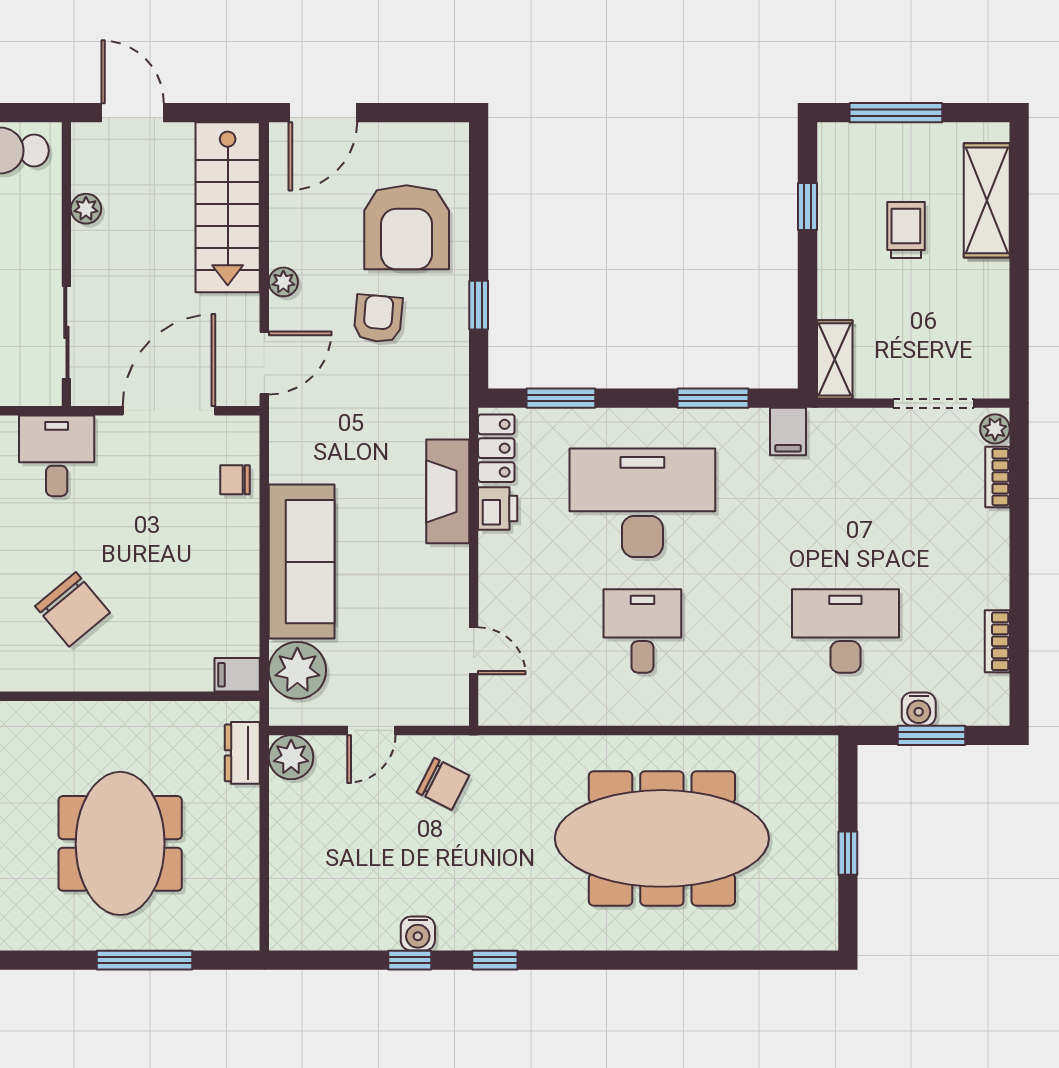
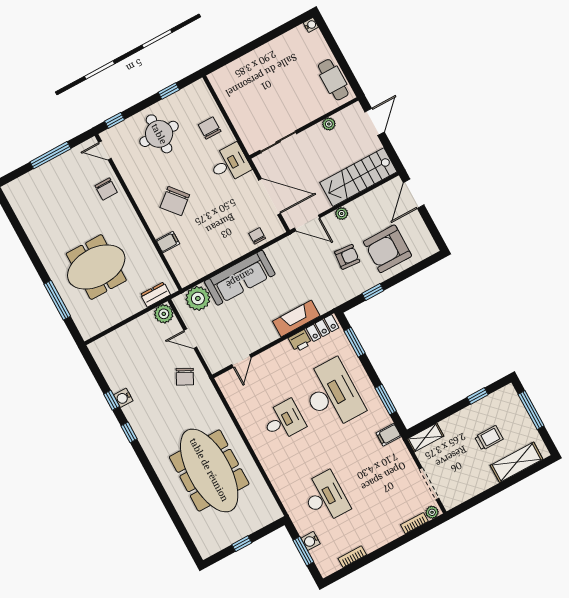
door: (323, 113) -> (414, 194), hinge flipped
filing cabinet: (237, 675) -> (168, 242), moved, turned 90

